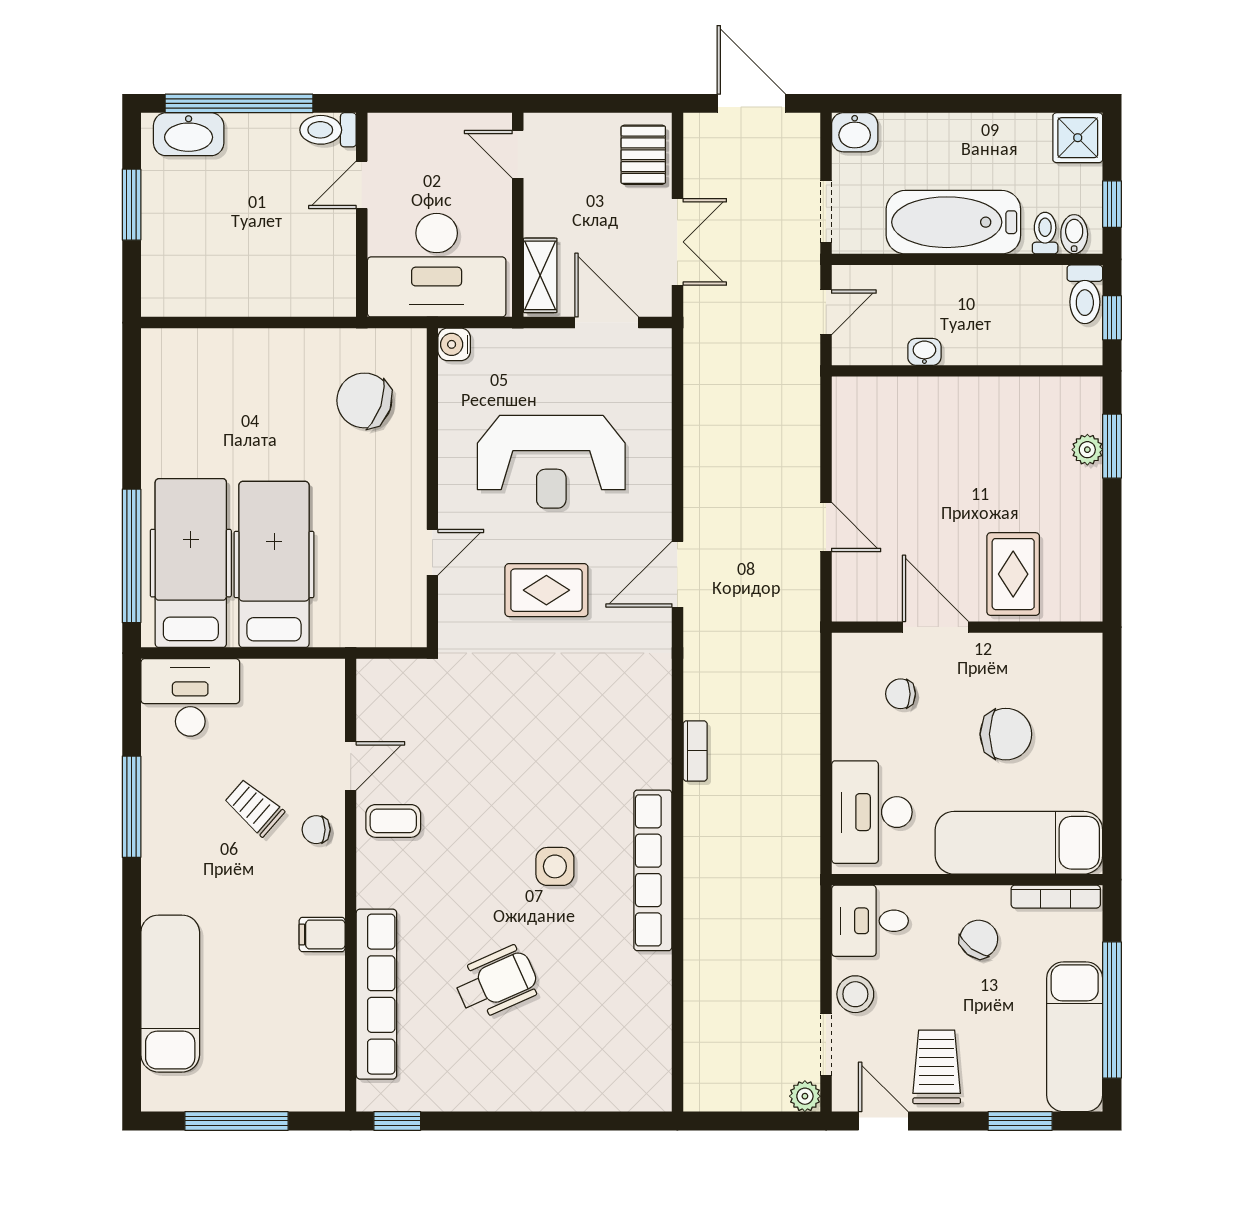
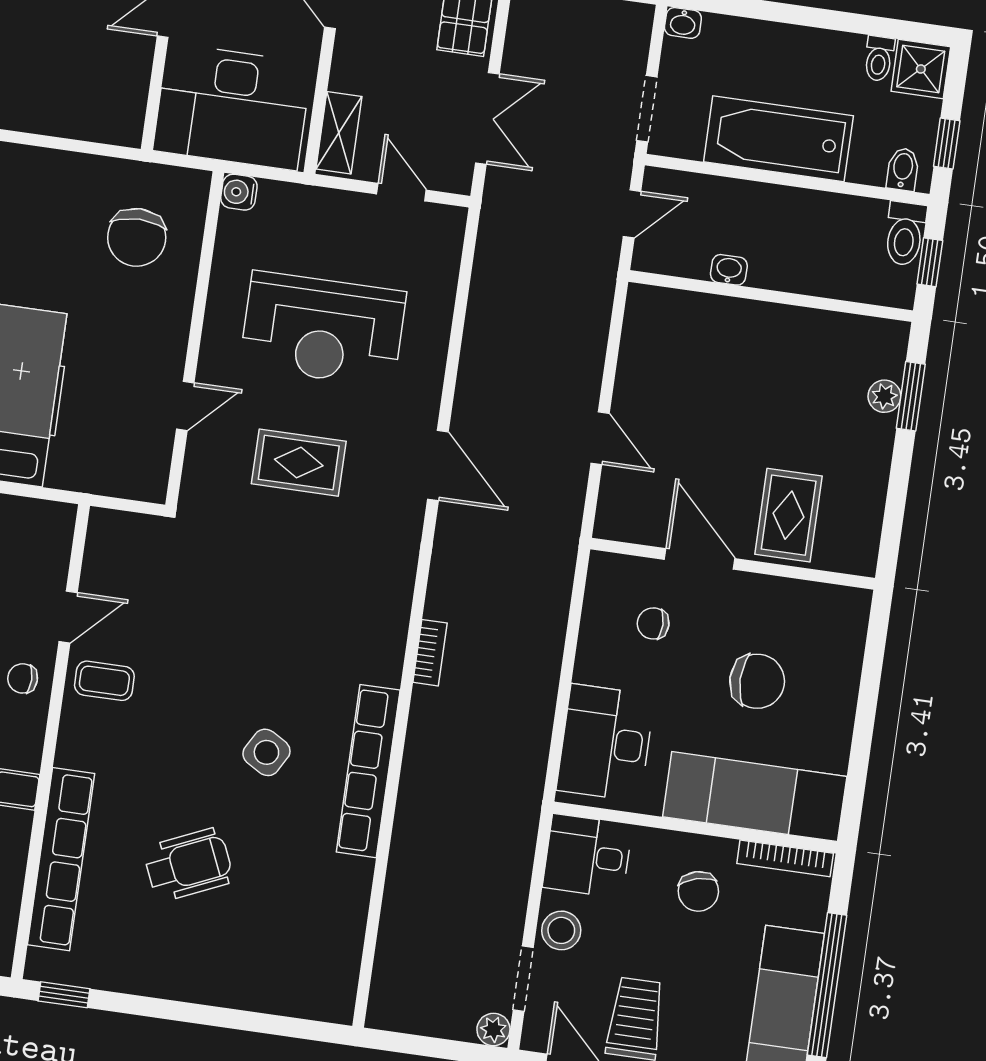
washbasin: (855, 132) -> (683, 23), width x0.72, depth x0.69
toilet: (1045, 233) -> (879, 59), moved, turned 180
door: (607, 323) -> (401, 192), width x0.73
chair: (364, 400) -> (137, 237), turned -109
door: (677, 574) -> (438, 465), swing flipped
side table: (555, 866) -> (266, 752), turned 30
chair: (979, 939) -> (698, 891), turned 128

